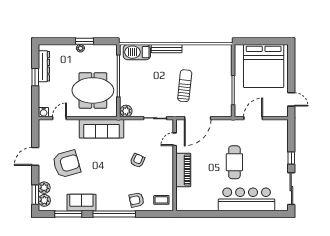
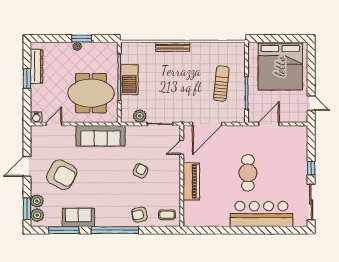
barbecue: (137, 52) -> (129, 80), moved, turned -90
sun lounger: (185, 86) -> (221, 83), moved
plant: (126, 111) -> (140, 116), moved
armchair: (66, 164) -> (62, 175), turned 44

